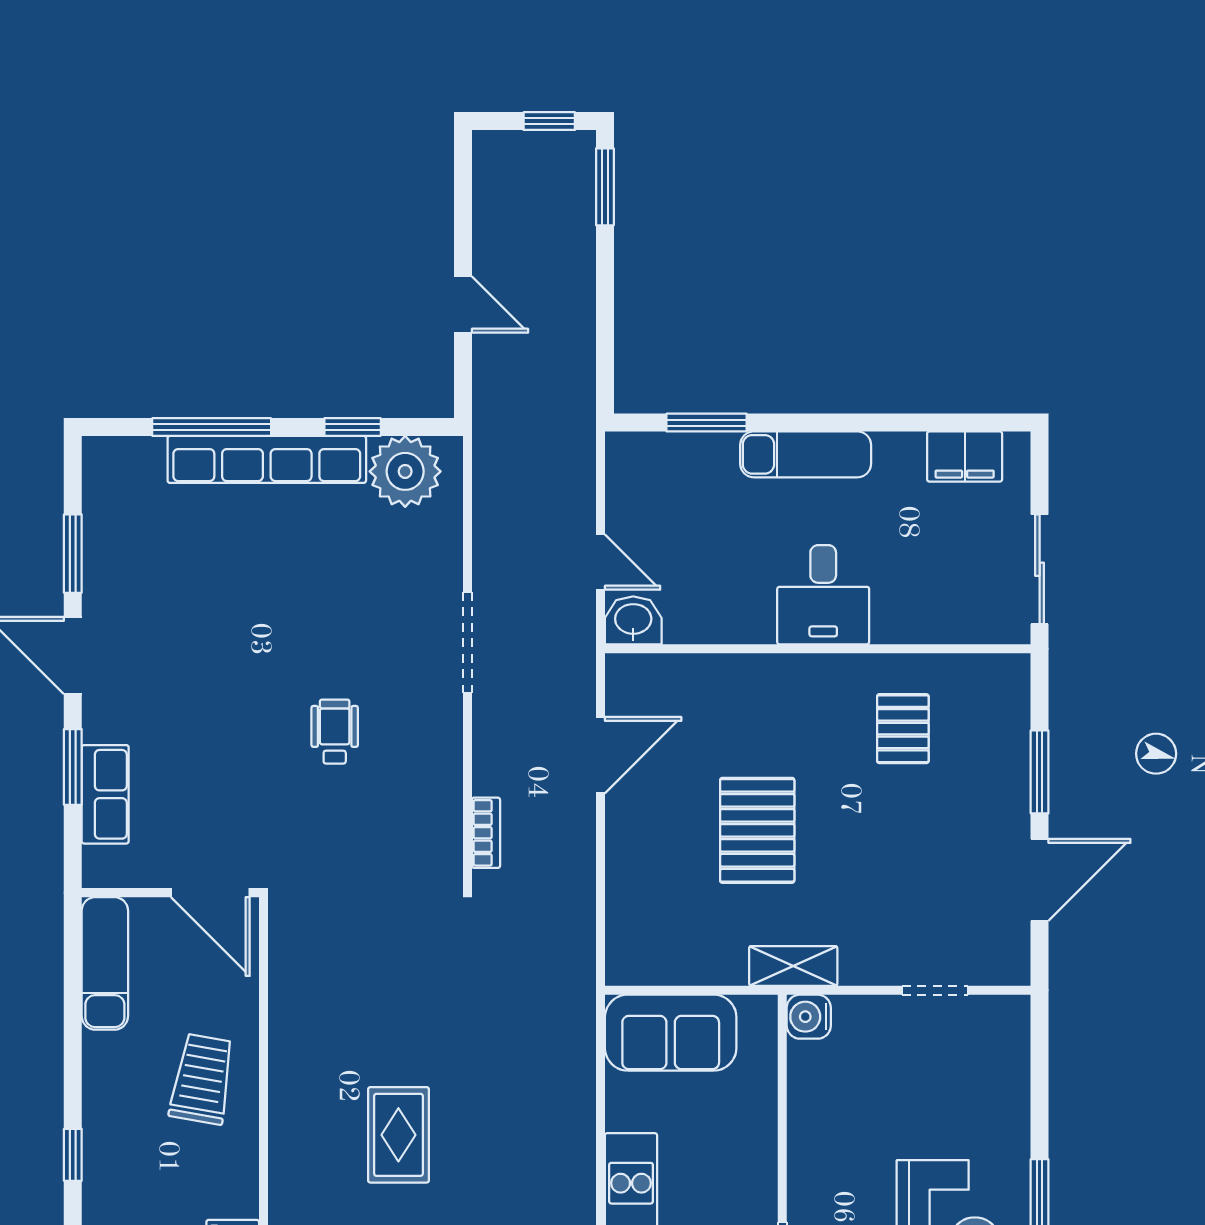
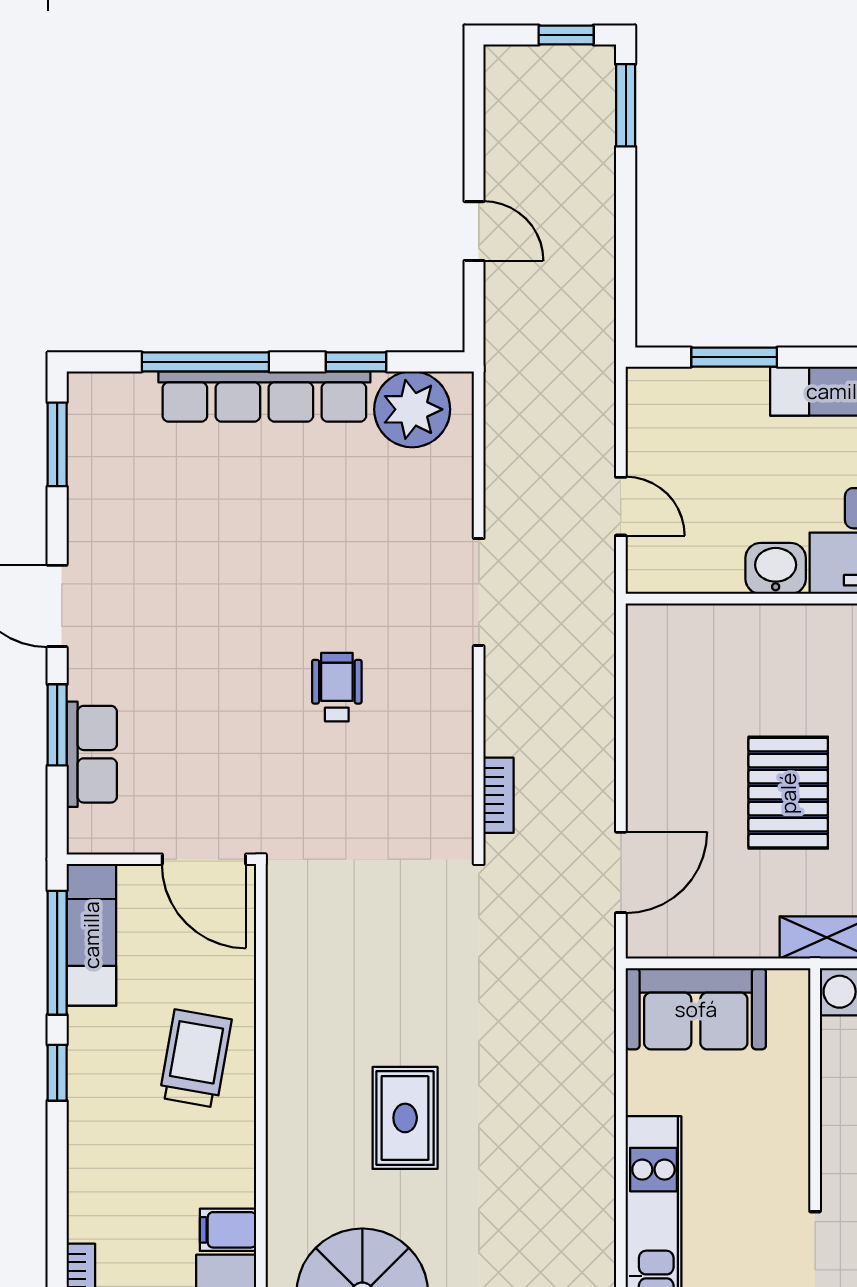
window: (73, 554) -> (57, 444), moved
washbasin: (633, 620) -> (776, 568), moved
door: (600, 755) -> (621, 872), moved
window: (73, 980) -> (57, 953), added
window: (73, 1155) -> (57, 1073), moved

